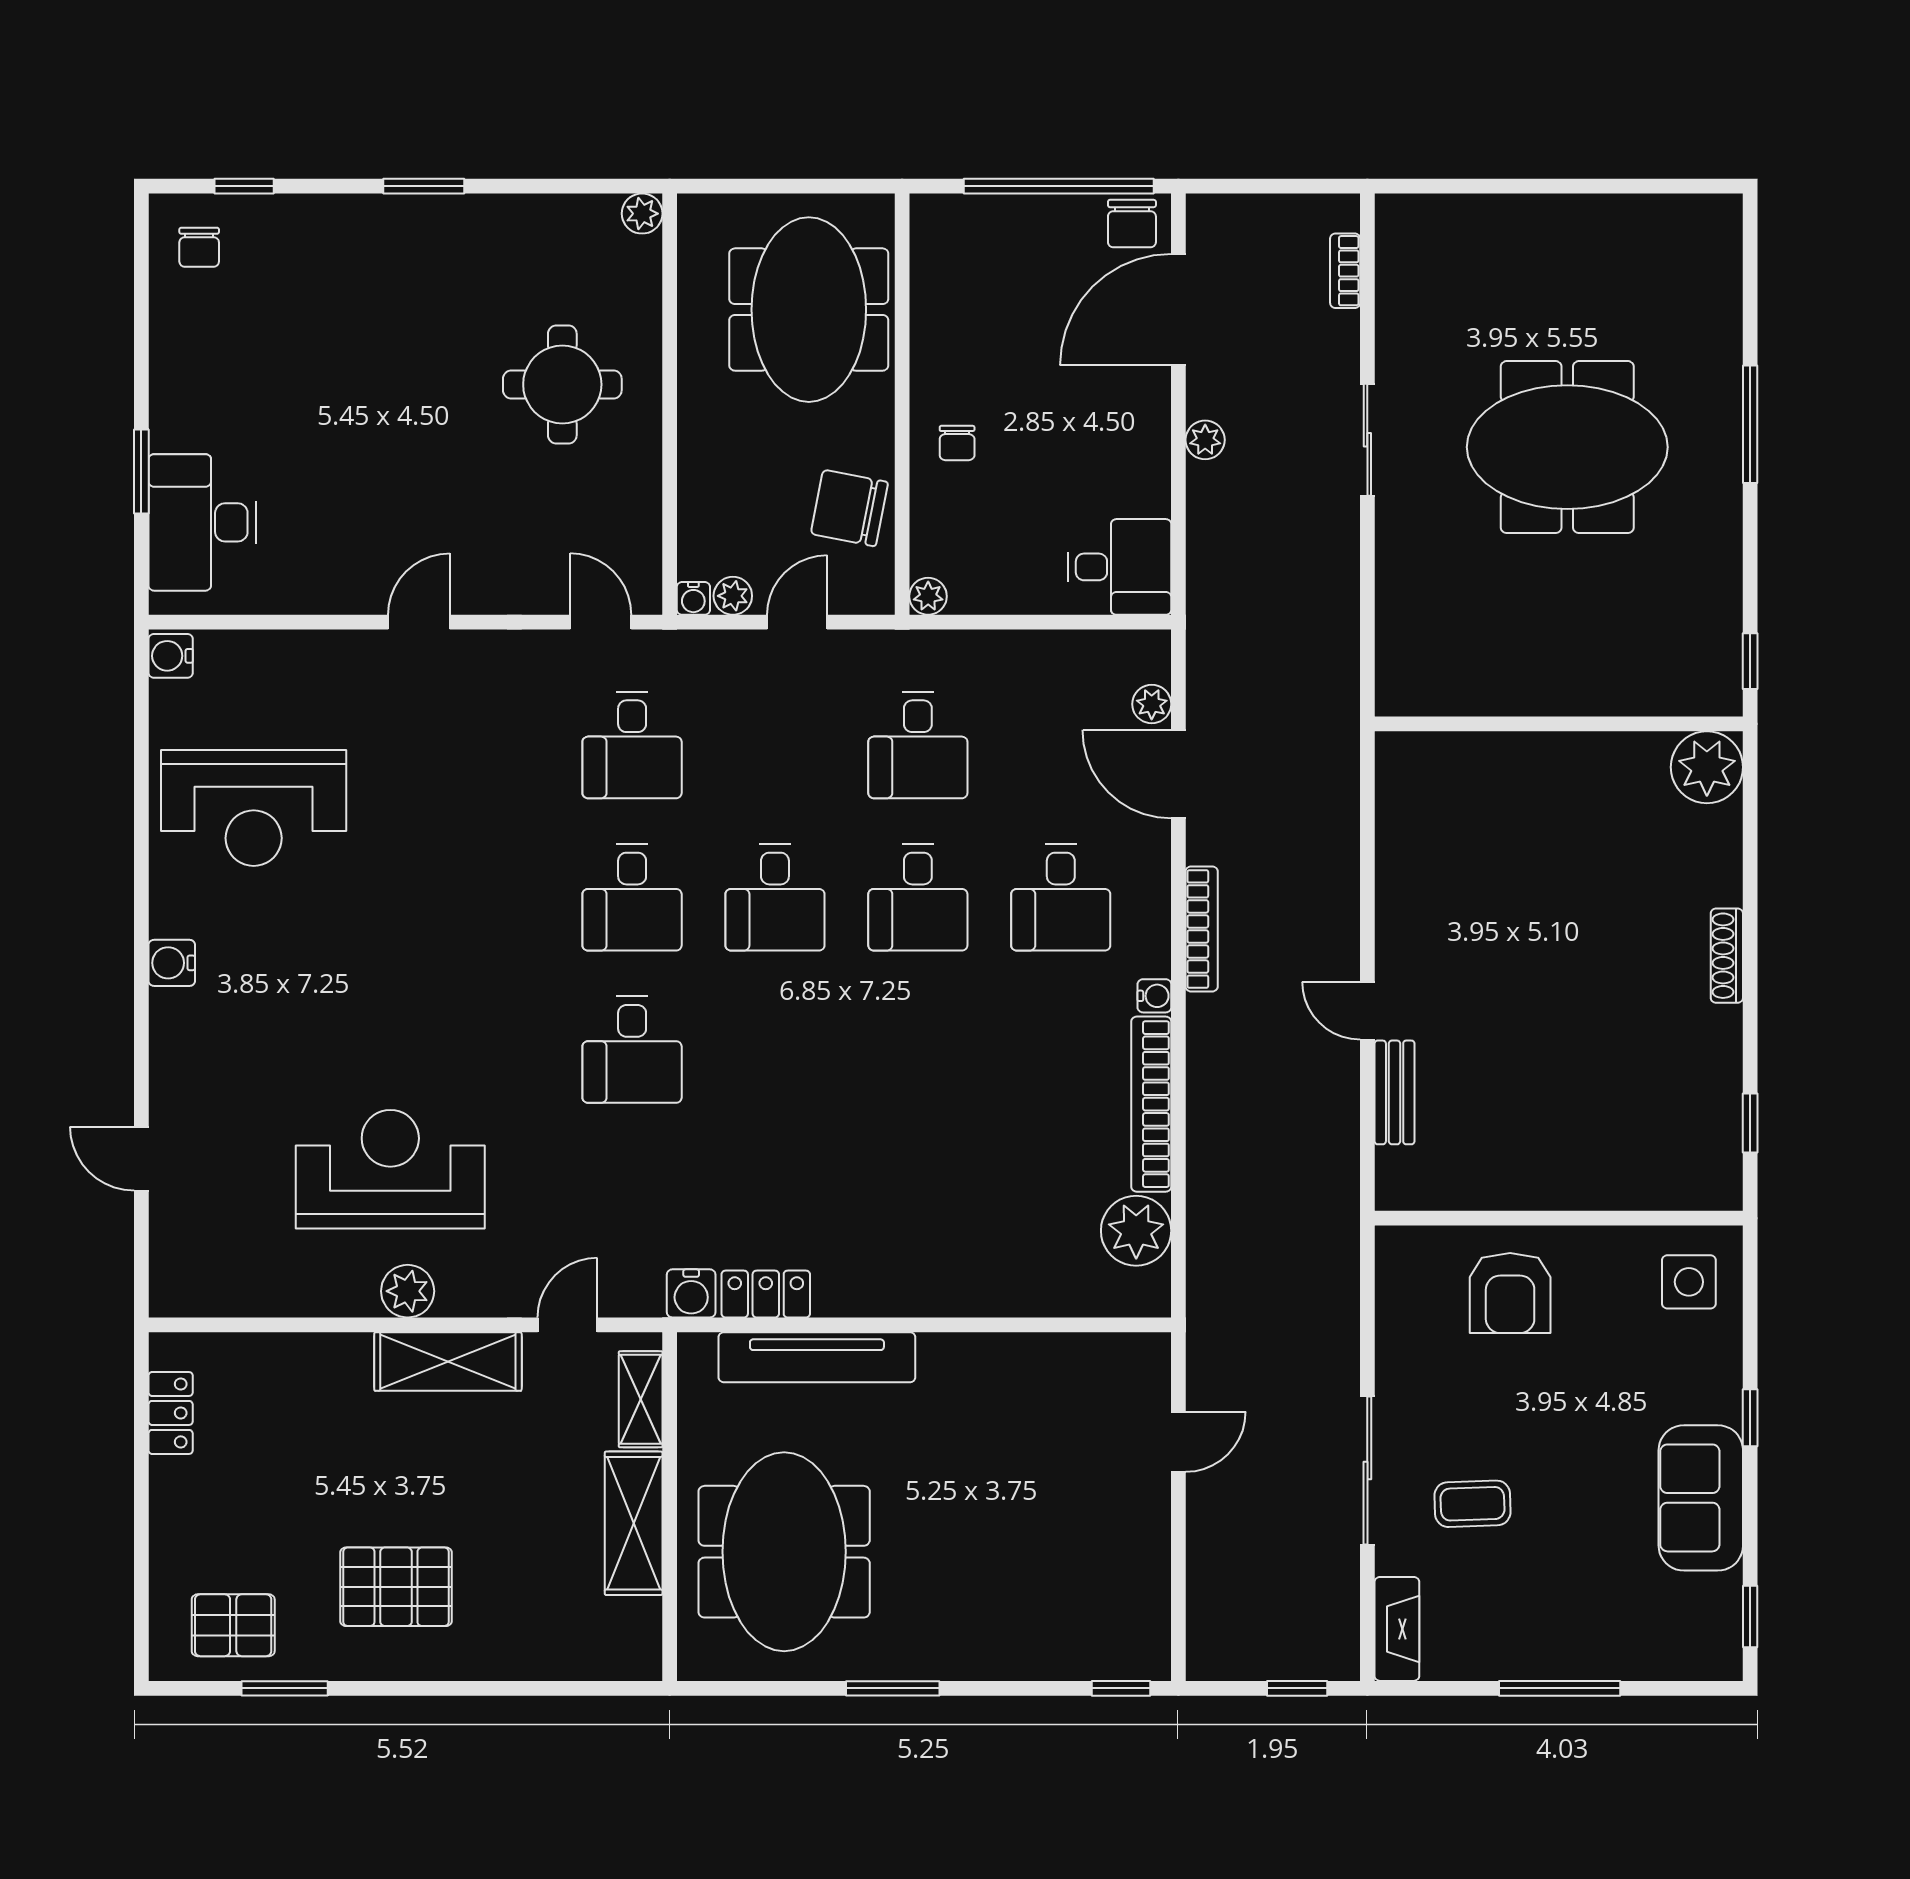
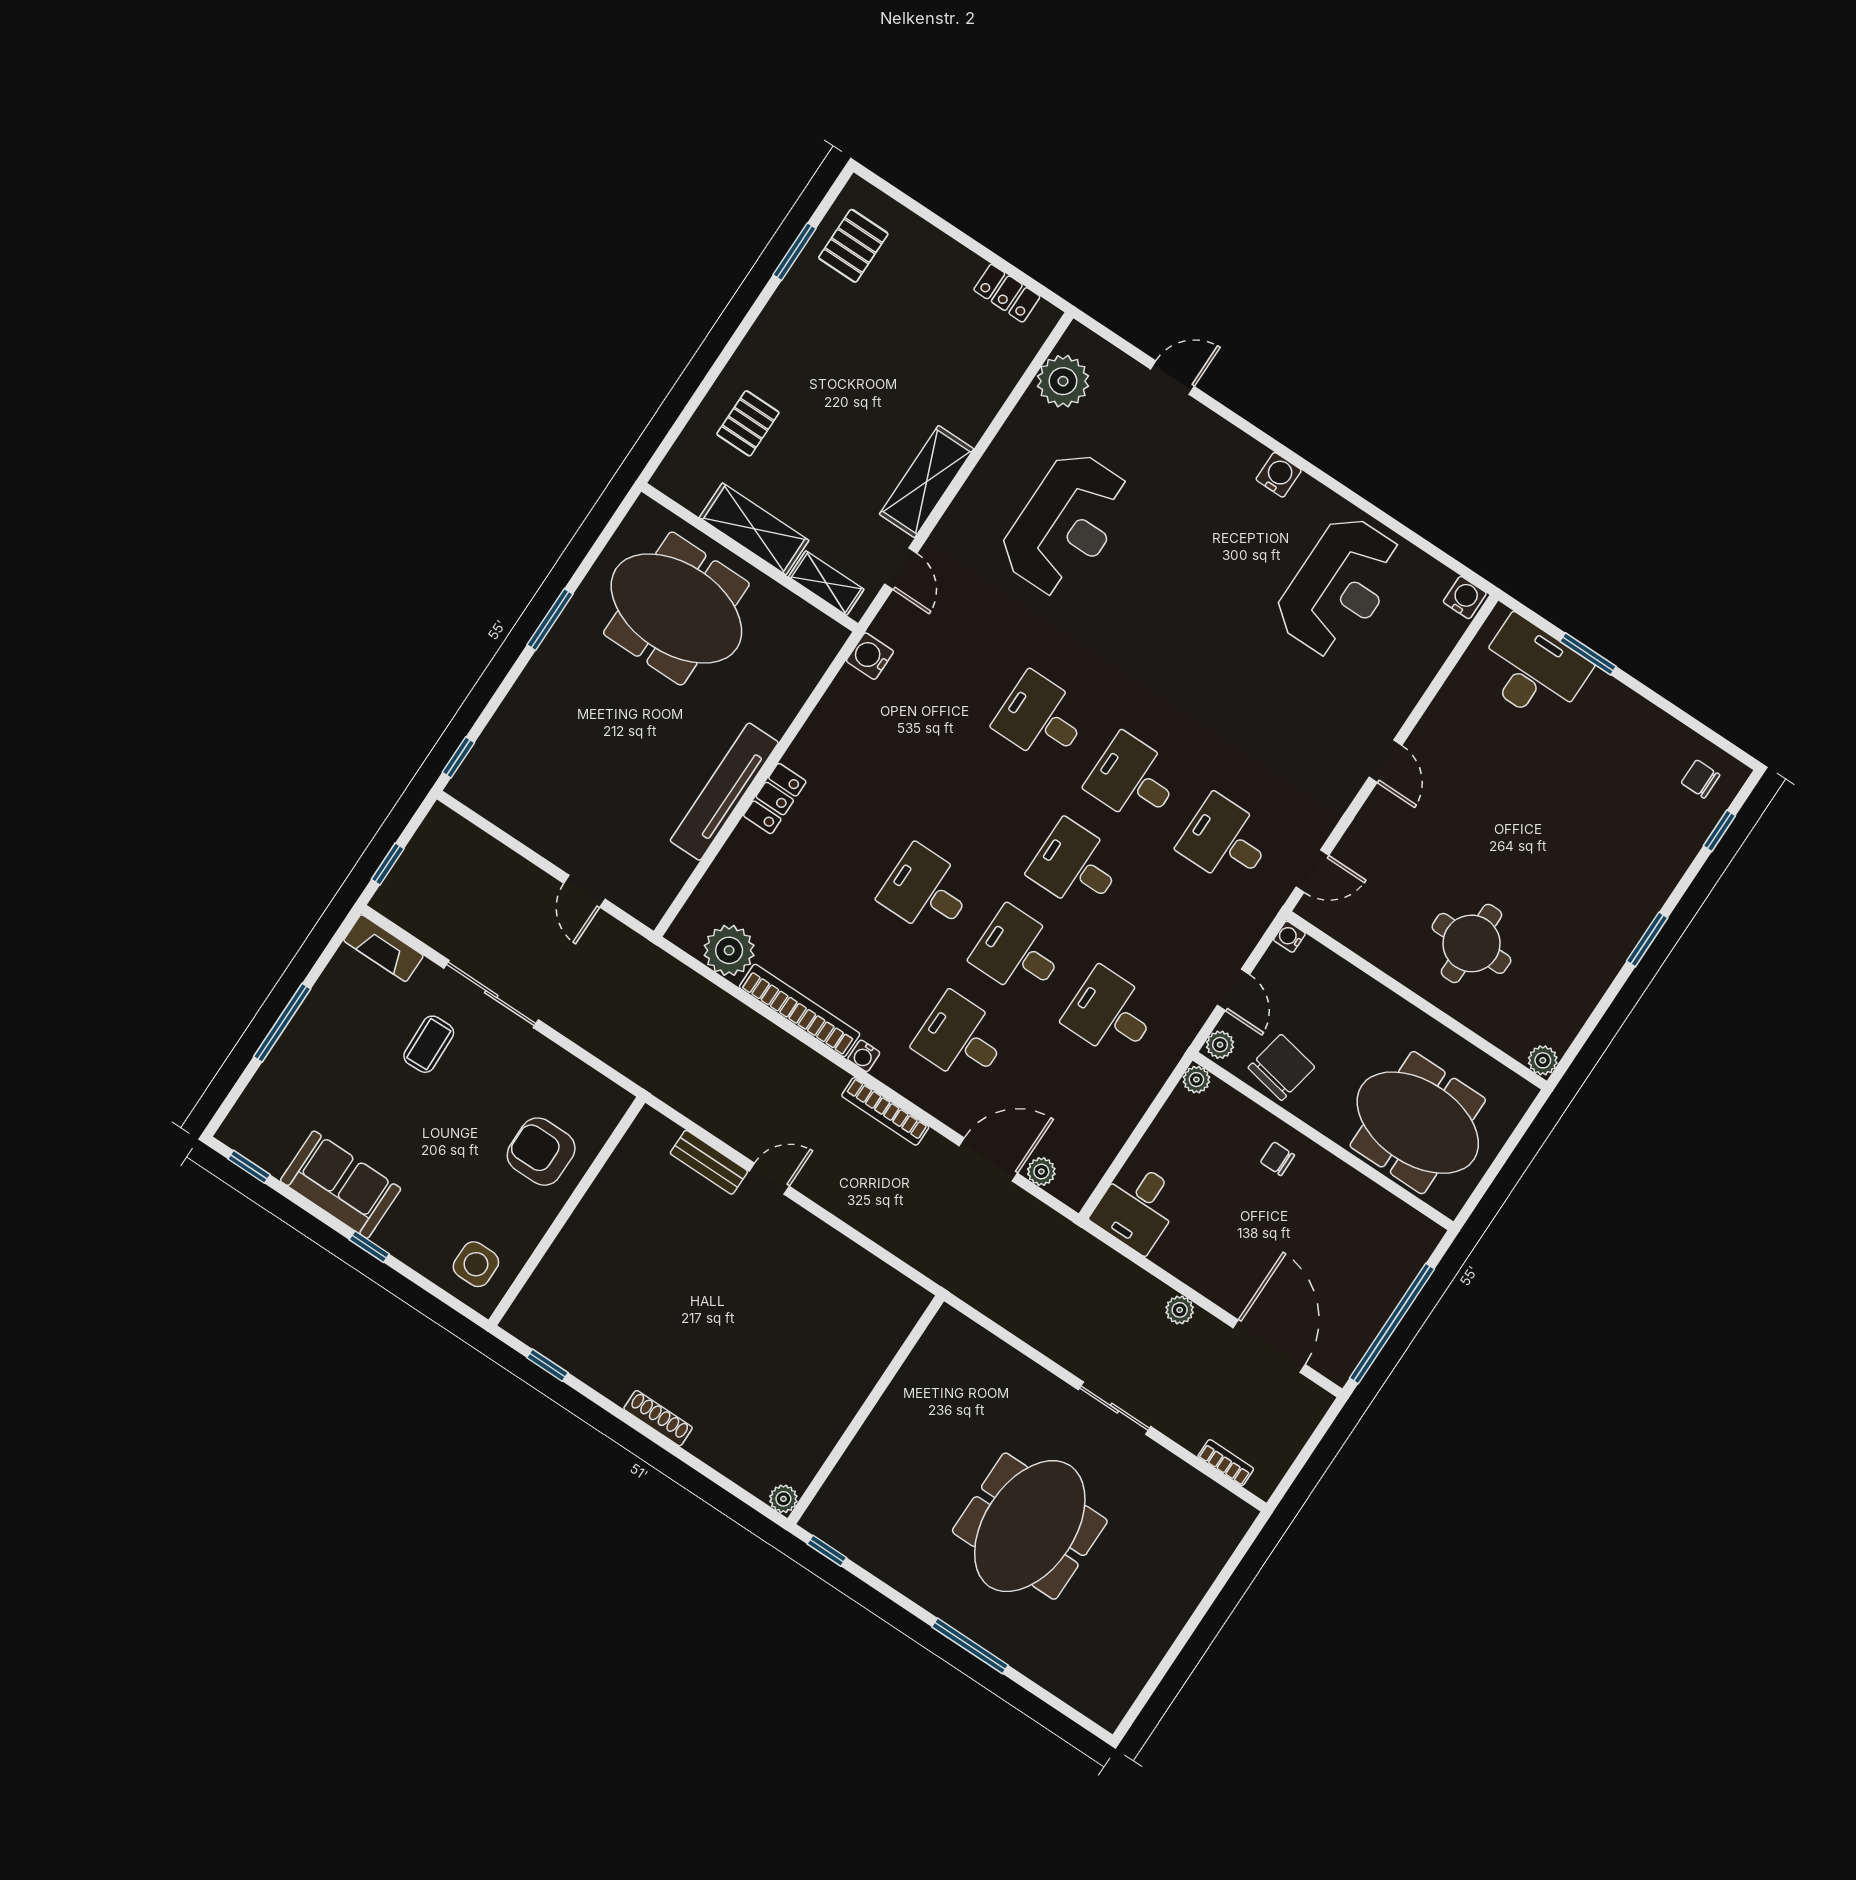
chair: (1132, 224) -> (1340, 1353), removed
plant: (733, 596) -> (1220, 1045), moved
plant: (1707, 767) -> (783, 1499), width x0.53, depth x0.53
reception desk: (254, 808) -> (1339, 587), turned 180
desk: (918, 1050) -> (926, 891), added
plant: (408, 1291) -> (1063, 381), moved, width x1.36, depth x1.36
locker: (766, 1294) -> (775, 799), moved
tv unit: (817, 1357) -> (724, 792), moved
pallet: (396, 1587) -> (748, 423), moved, width x0.67, depth x0.71

